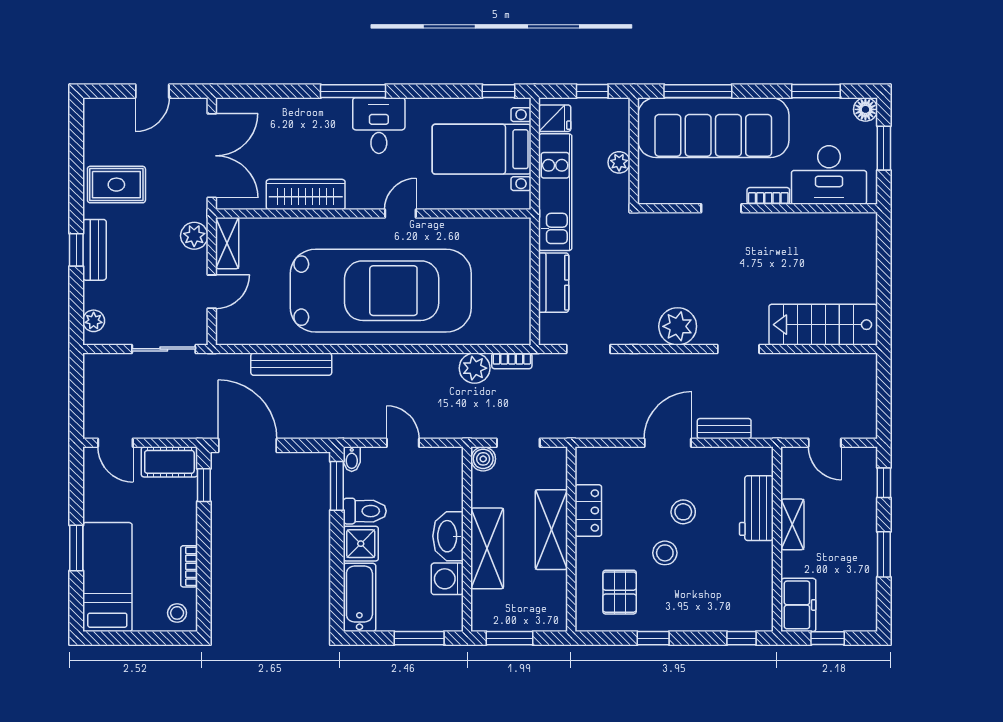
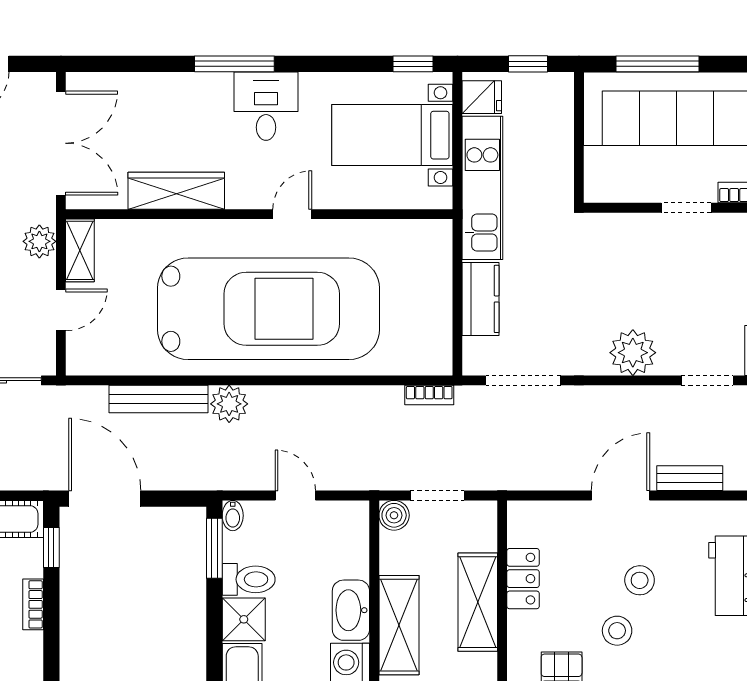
plant: (619, 162) -> (561, 151), removed
doorway: (588, 349) -> (523, 380), width x1.38
plant: (475, 368) -> (229, 404), moved
bookcase: (189, 566) -> (33, 604), moved

